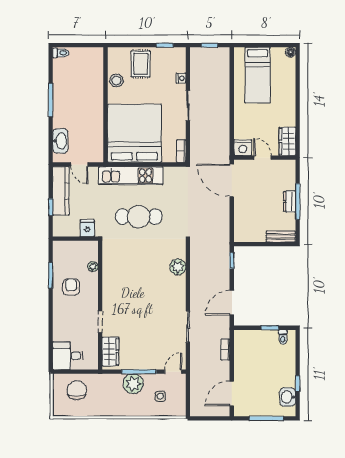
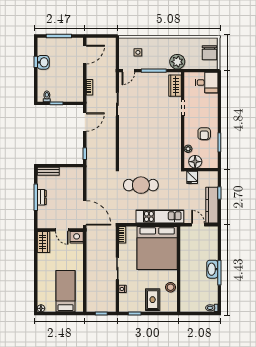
washbasin: (60, 141) -> (212, 269), moved
cafe table: (139, 217) -> (141, 185), moved
floor lamp: (83, 249) -> (195, 162), added
plant: (178, 267) -> (125, 149), removed
plant: (133, 384) -> (177, 62), moved
chair: (77, 390) -> (209, 53), moved
washbasin: (288, 397) -> (43, 62), moved

